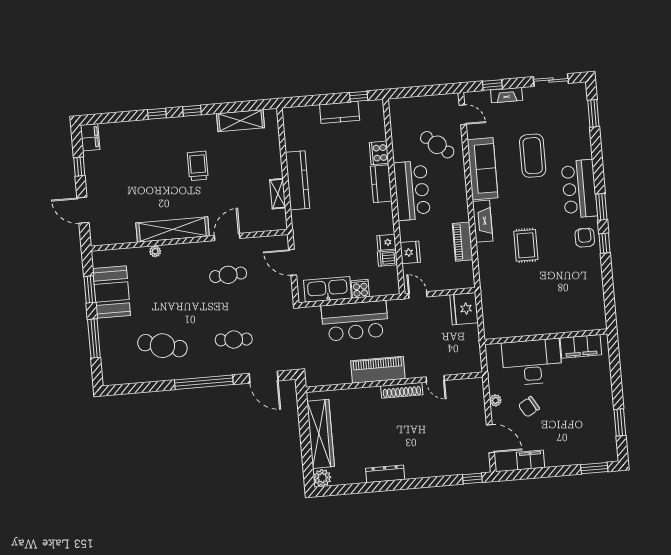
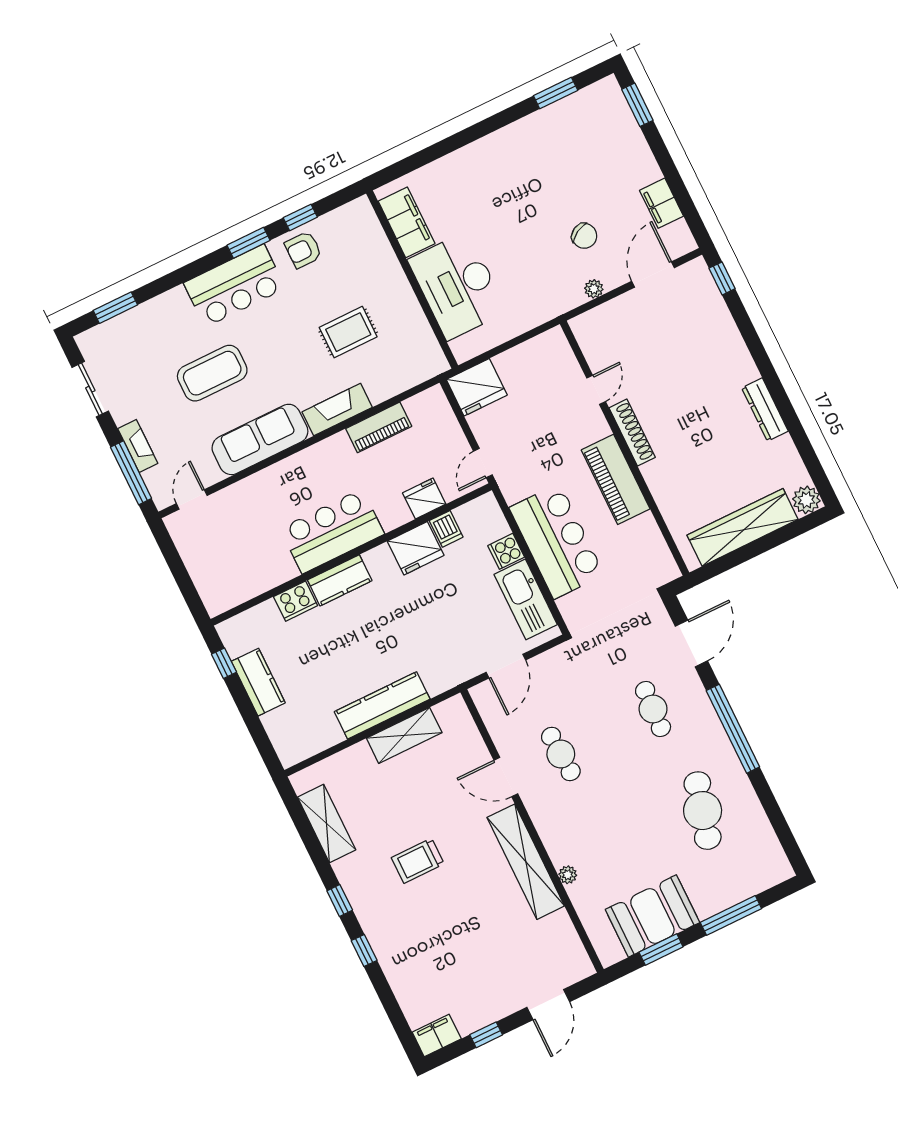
window: (492, 85) -> (131, 473), width x2.17
cafe table: (437, 145) -> (250, 520), removed
shelving: (278, 194) -> (404, 735), width x1.50, depth x1.33
fridge: (386, 242) -> (416, 548), width x1.88, depth x1.34
wall: (546, 337) -> (412, 279), moved
filing cabinet: (581, 346) -> (407, 222), moved
desk: (532, 362) -> (457, 286), moved

